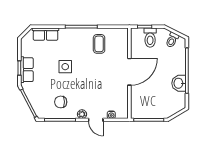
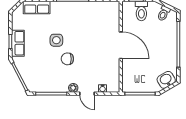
coffee table: (99, 44) -> (90, 17), removed
door: (129, 72) -> (121, 45), hinge flipped
washbasin: (179, 83) -> (166, 80), moved, turned 60
chair: (61, 102) -> (67, 59), moved

